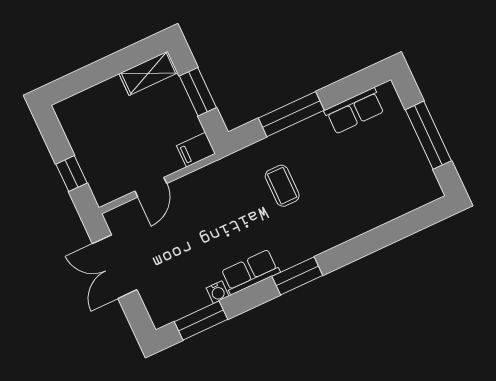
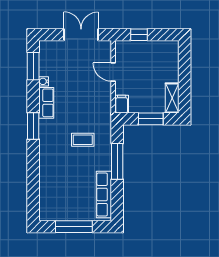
row of seats: (354, 111) -> (104, 194), width x1.48

